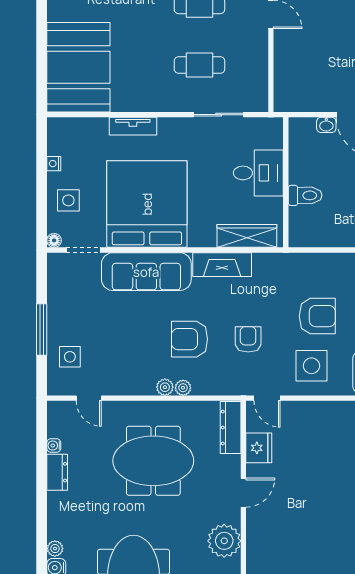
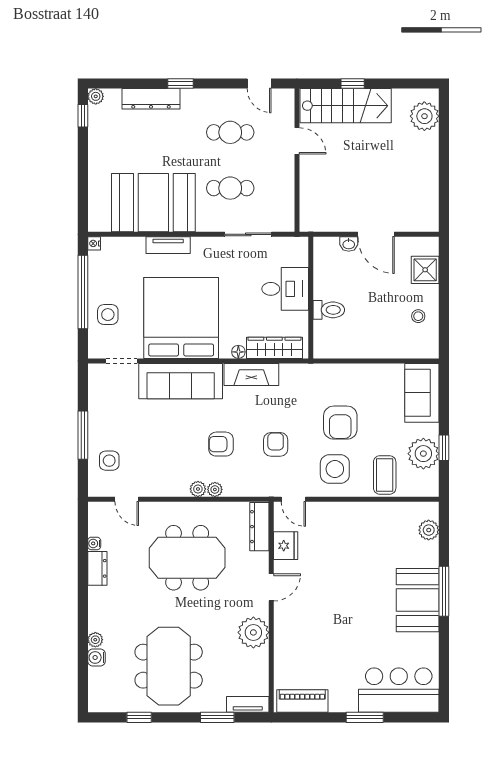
booth: (78, 67) -> (153, 203), moved, turned 90
nightstand: (54, 164) -> (94, 243), moved
window: (42, 176) -> (83, 292), added
floor lamp: (54, 240) -> (238, 352), moved
armchair: (317, 316) -> (340, 423), turned 90
armchair: (190, 339) -> (221, 444), width x0.72, depth x0.72

